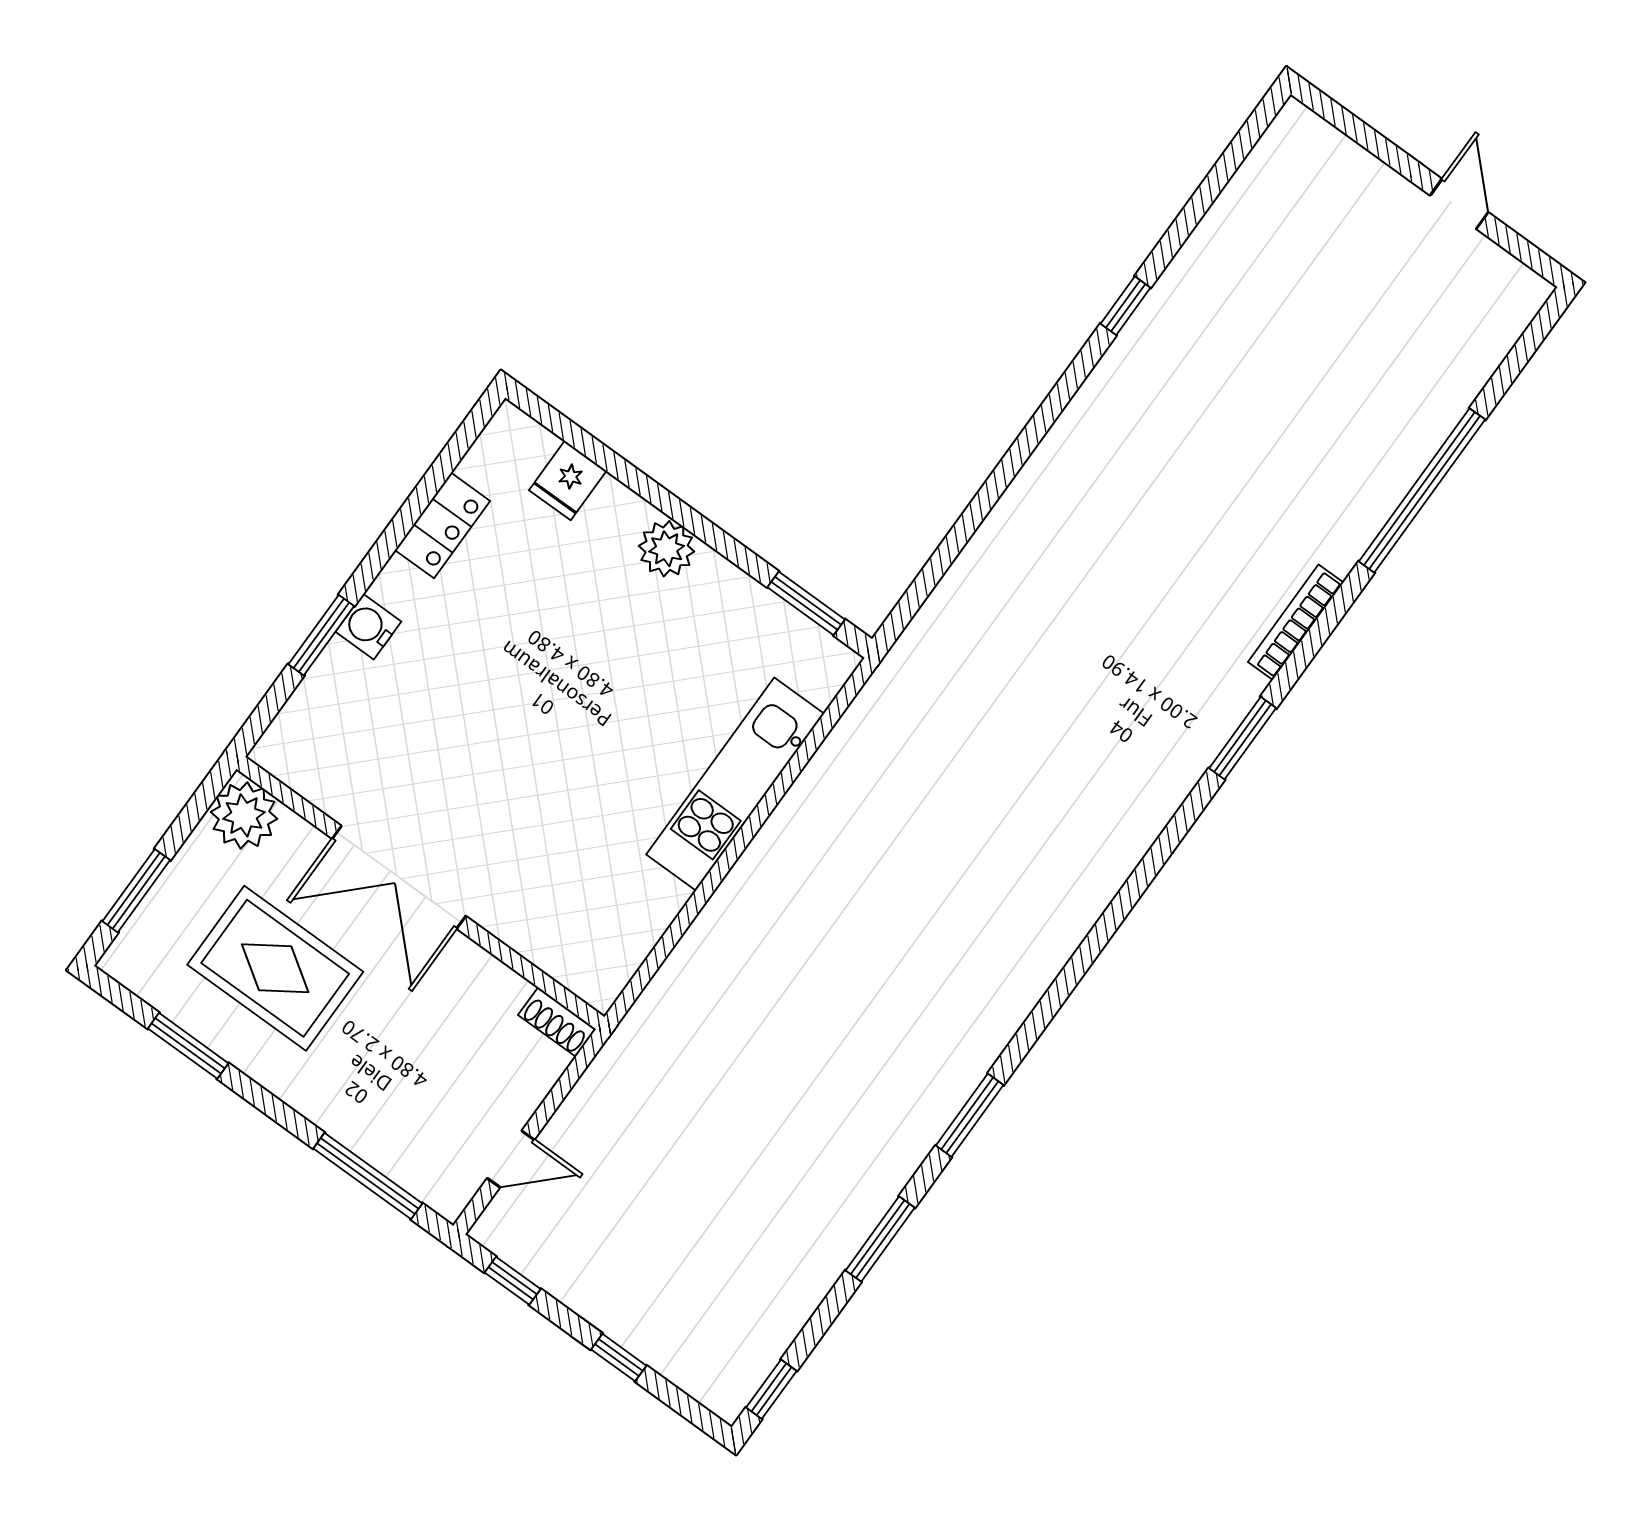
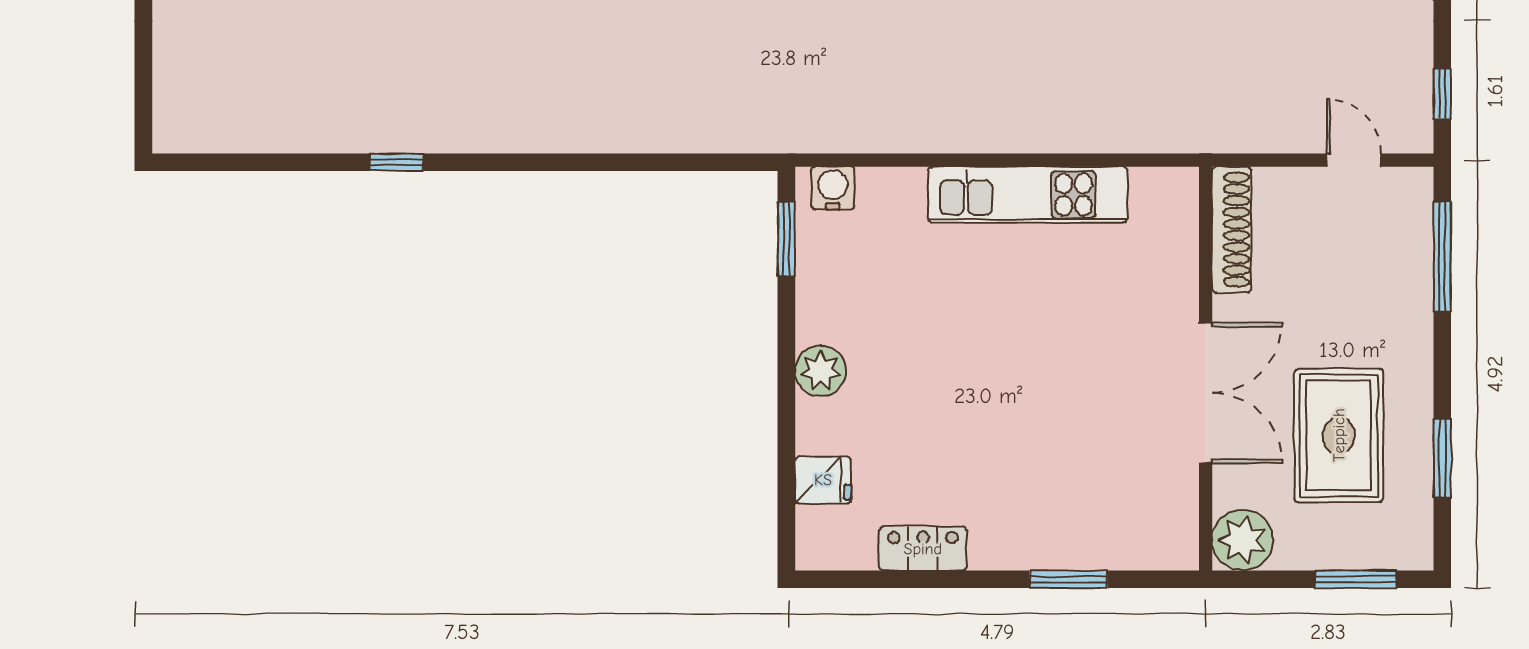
water cooler: (368, 627) -> (833, 188), moved, turned 180
kitchen unit: (735, 784) -> (1028, 195), moved
shoe rack: (557, 1022) -> (1232, 230), width x1.94, depth x1.24

